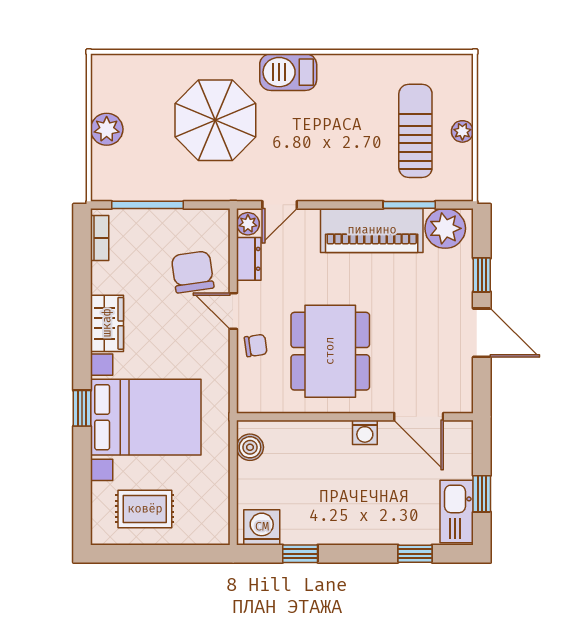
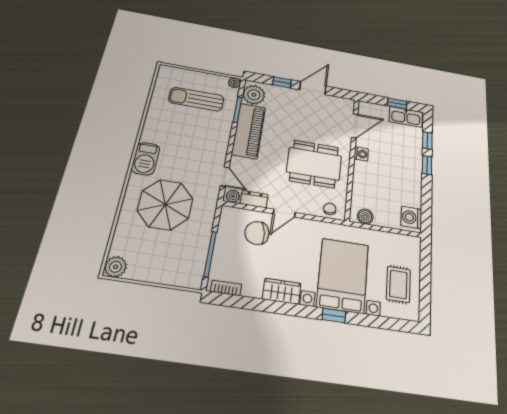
plant: (107, 129) -> (116, 267), moved
plant: (462, 131) -> (234, 83), moved
chair: (256, 346) -> (330, 209), moved
window: (300, 554) -> (427, 165), moved

